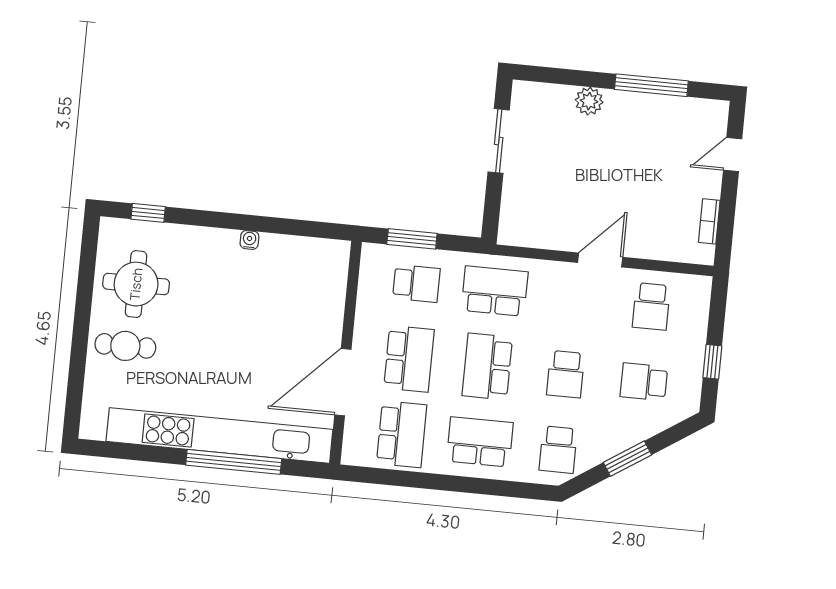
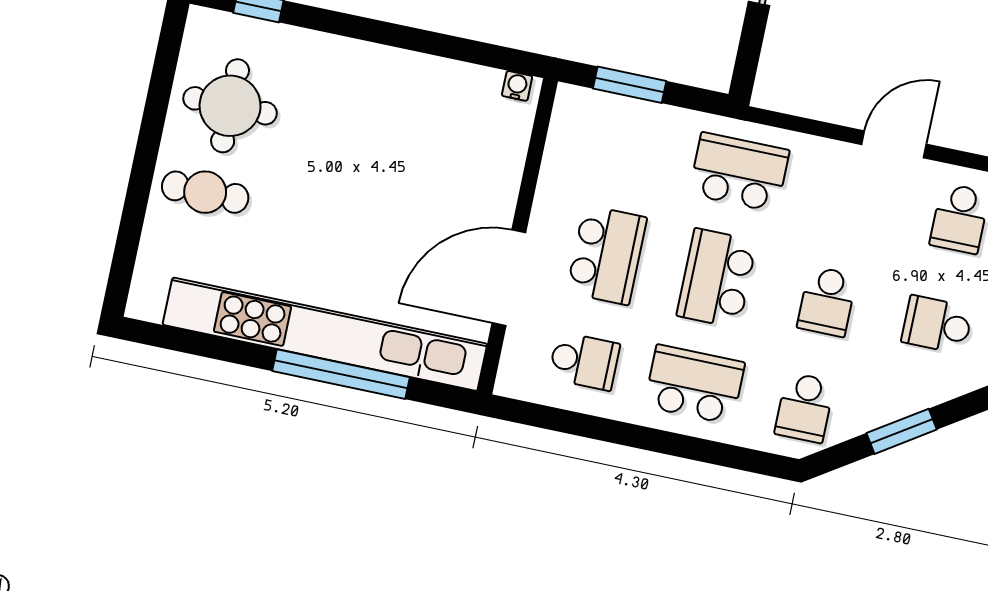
water cooler: (249, 240) -> (517, 86), moved
school desk: (416, 283) -> (629, 149), removed
school desk: (402, 434) -> (584, 361), width x0.54

